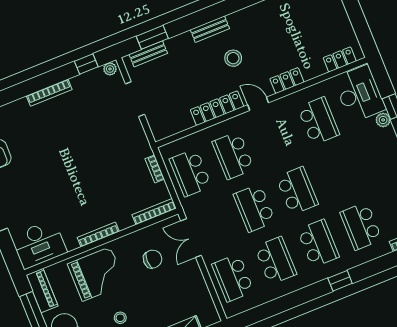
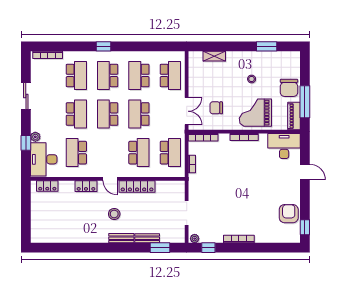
bench: (148, 54) -> (147, 238), moved
school desk: (340, 173) -> (76, 114), added
school desk: (254, 208) -> (139, 114), turned 180

